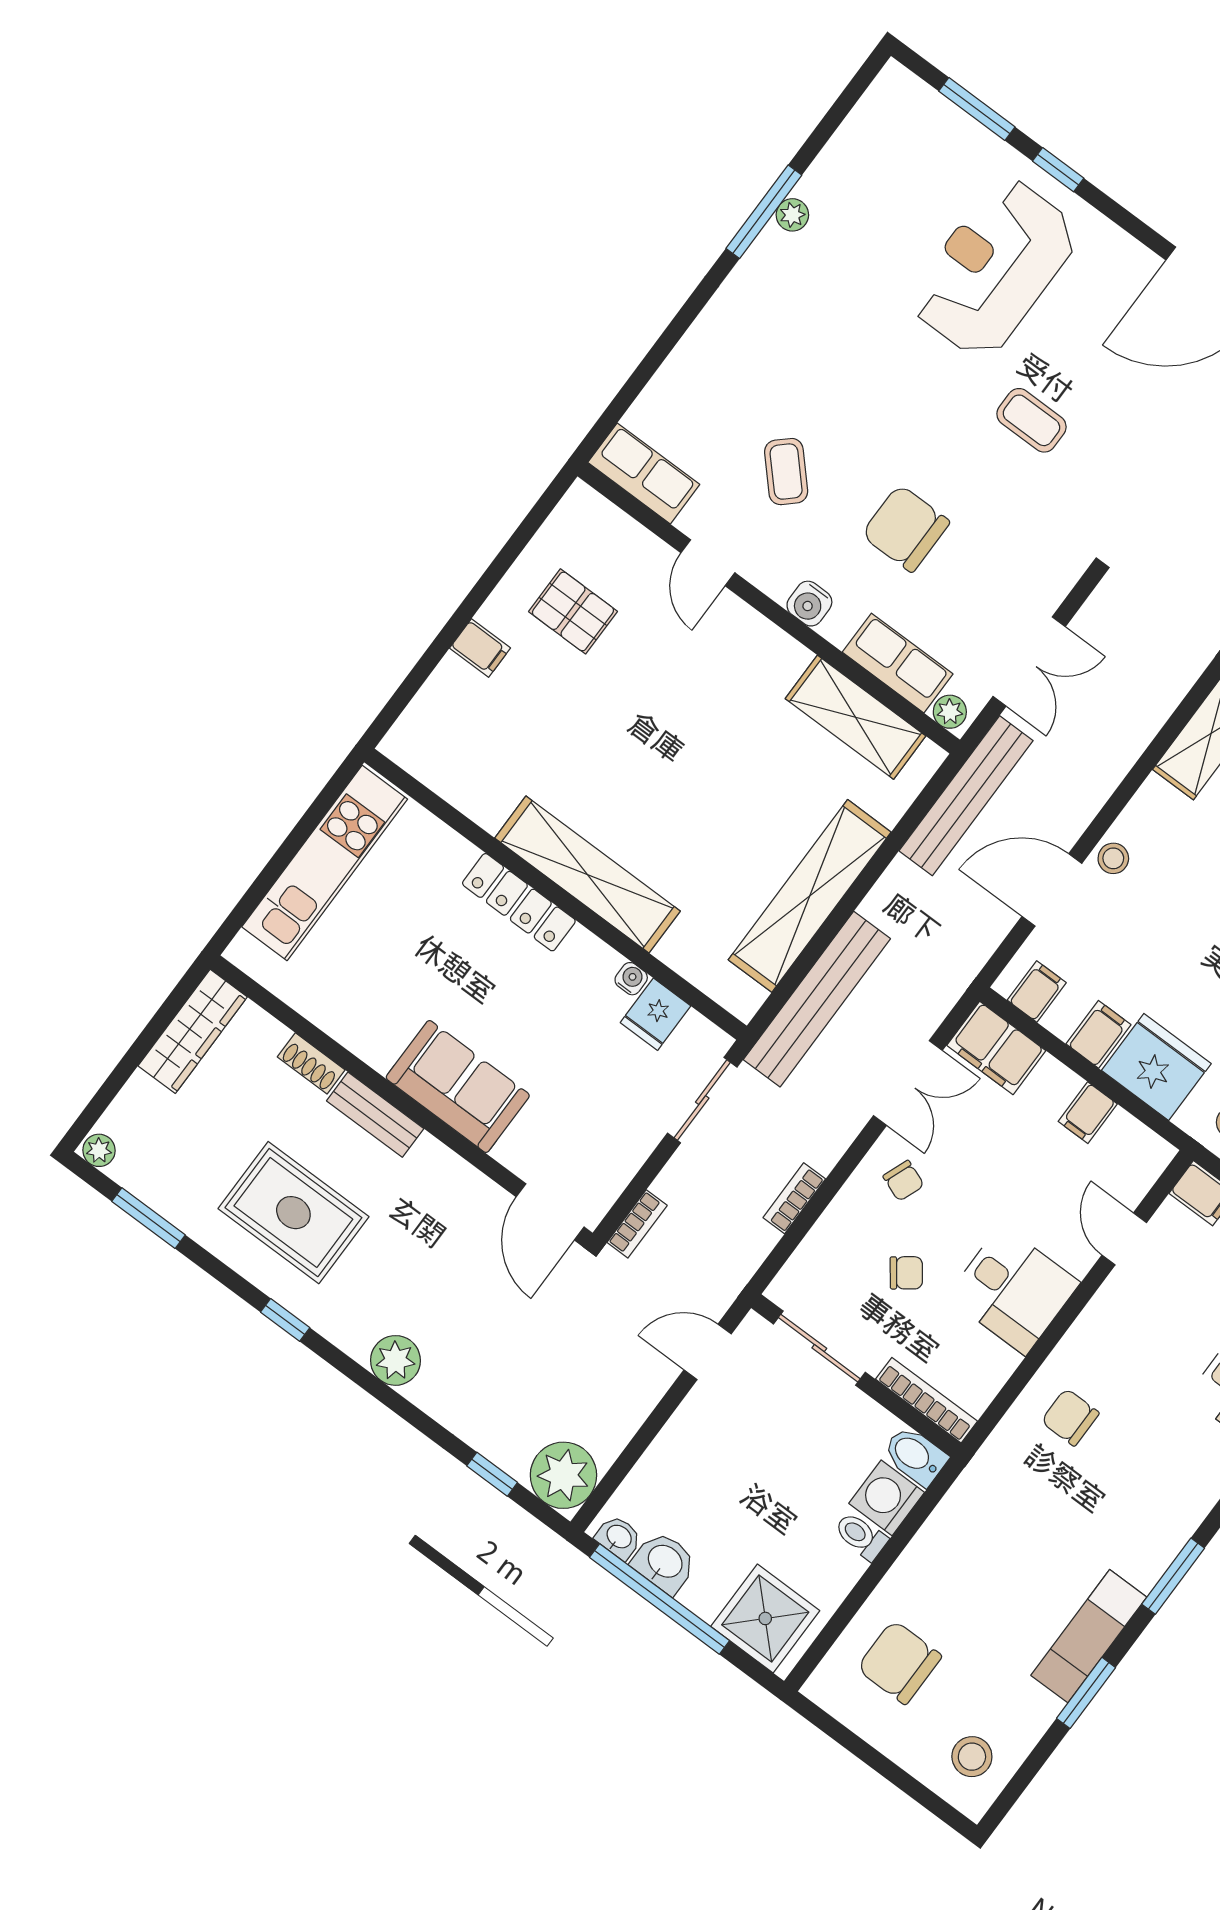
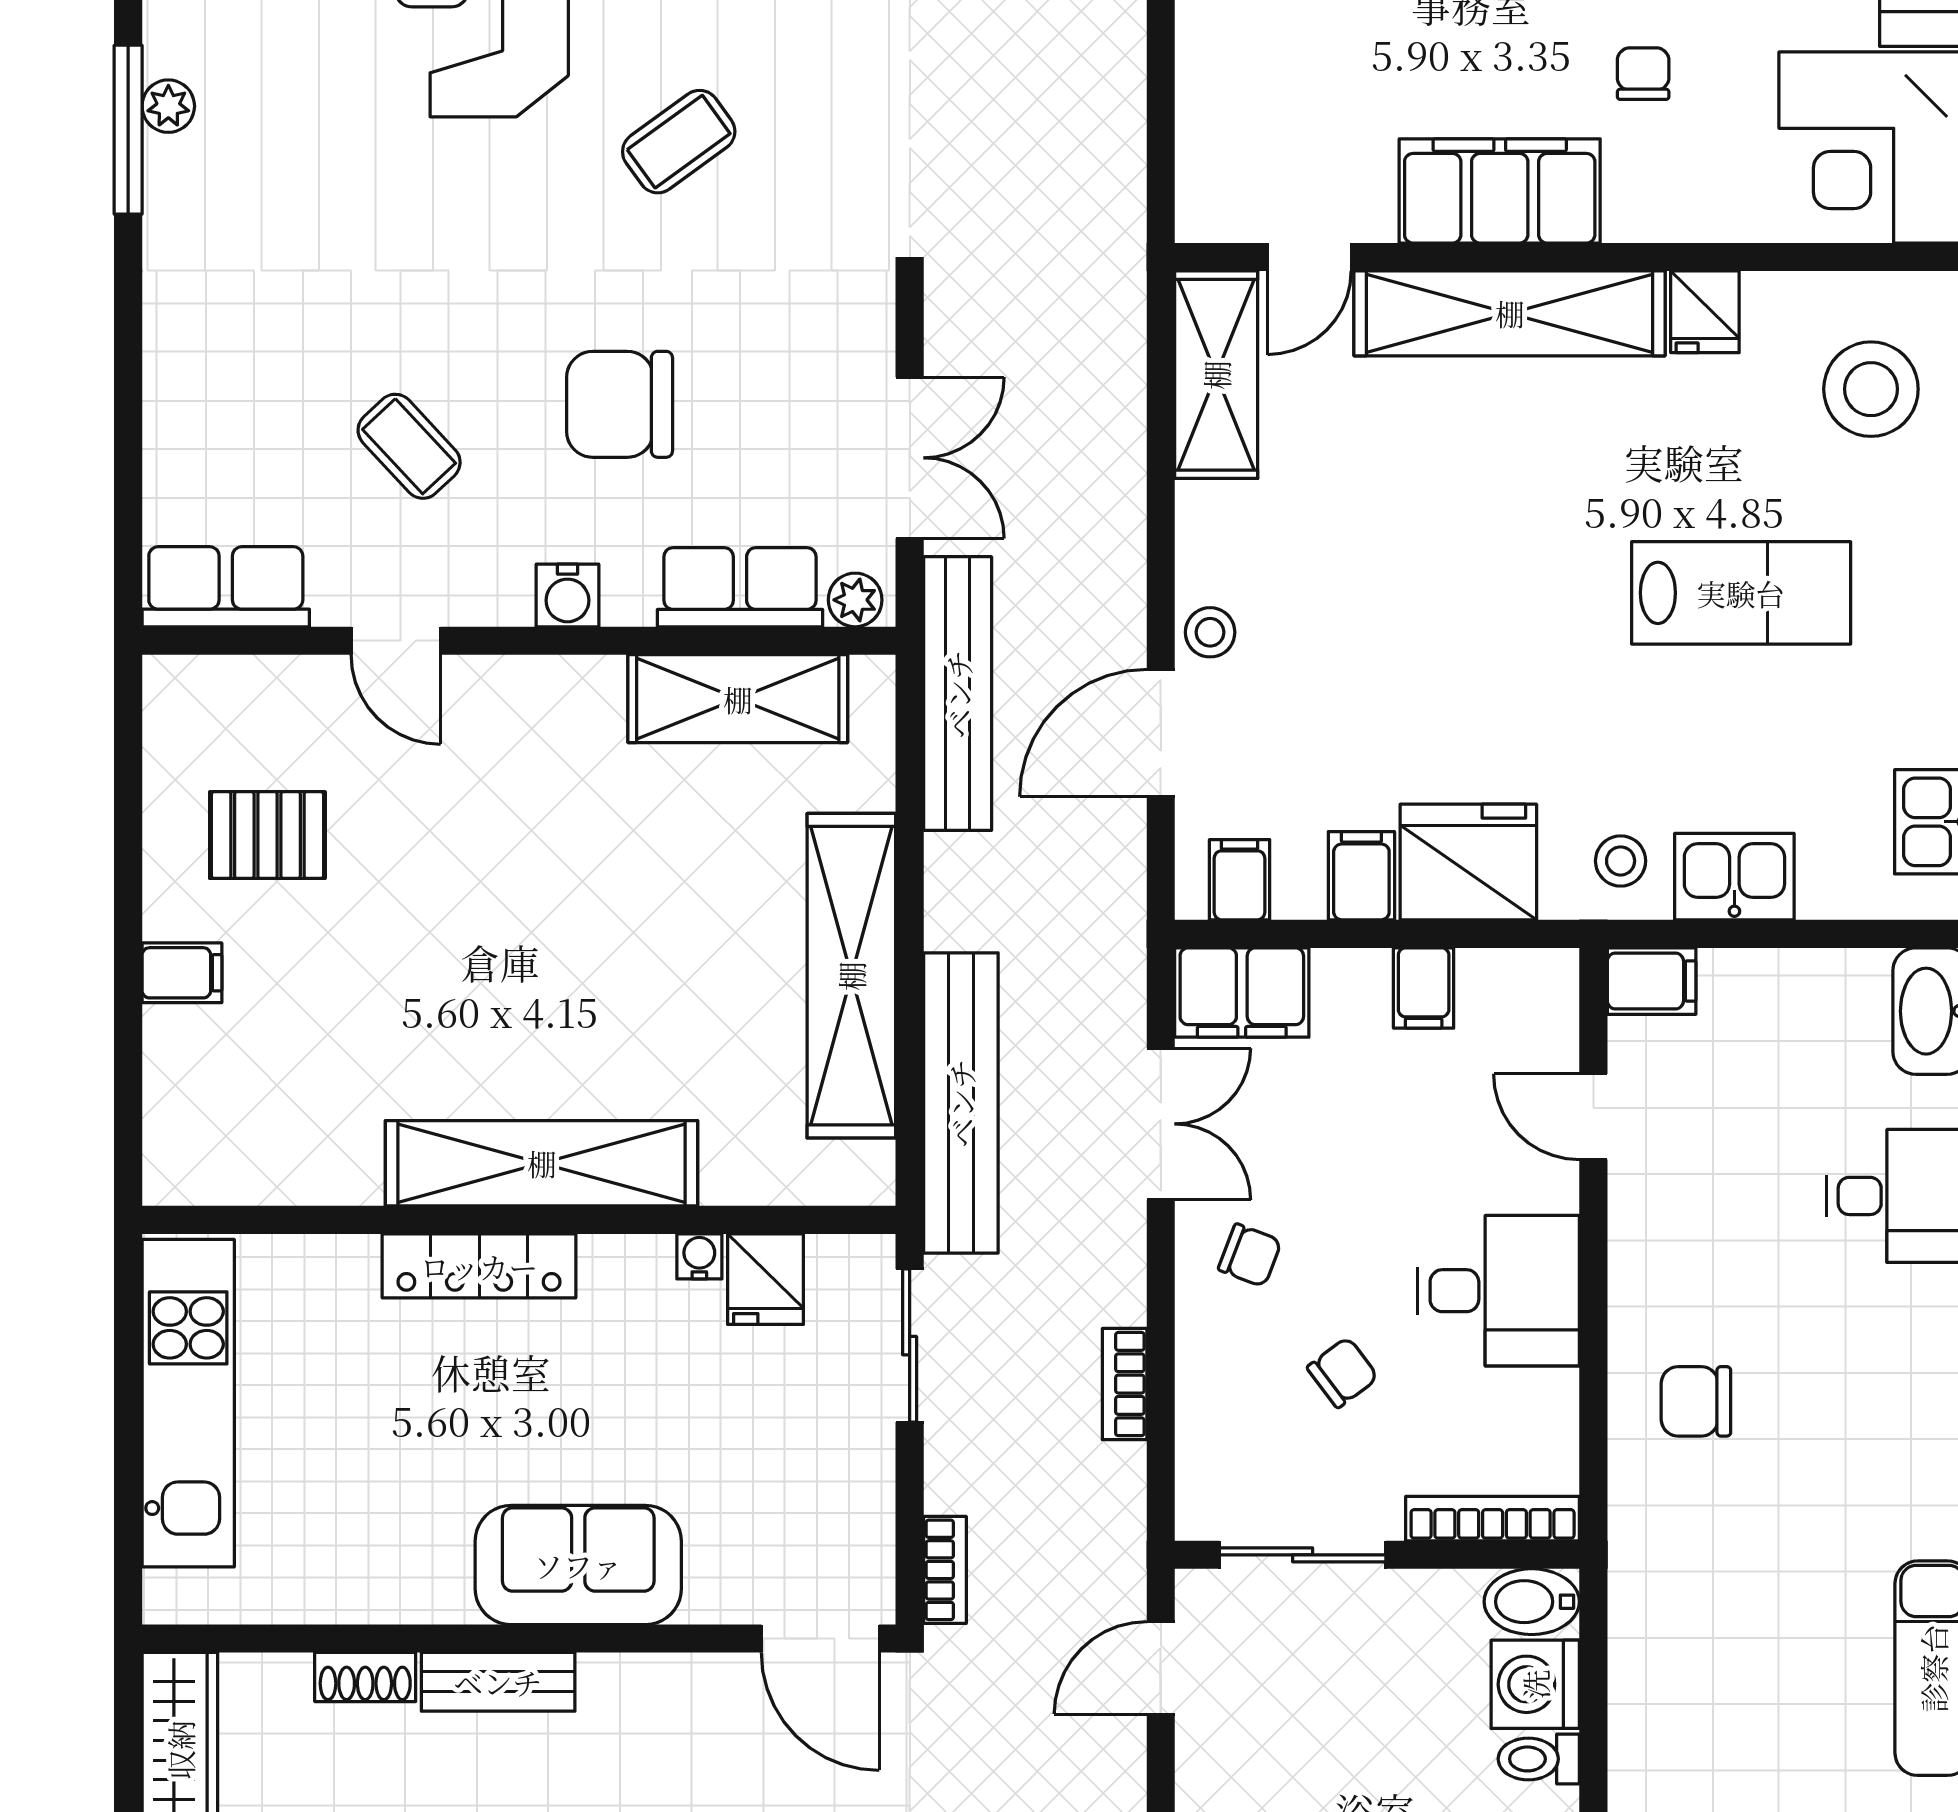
coffee table: (1031, 420) -> (679, 142), turned -36

